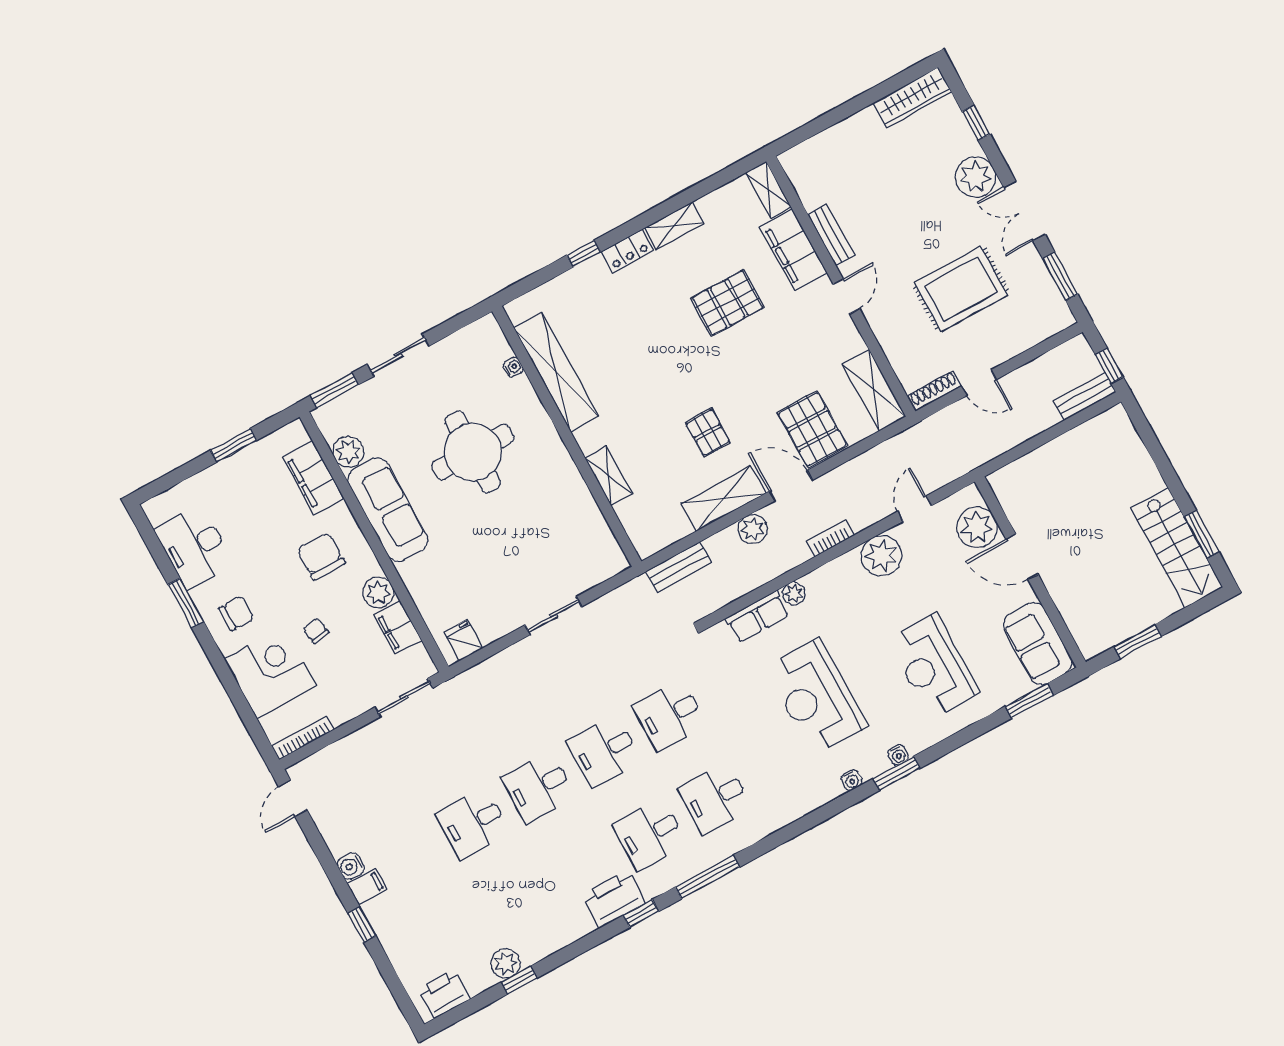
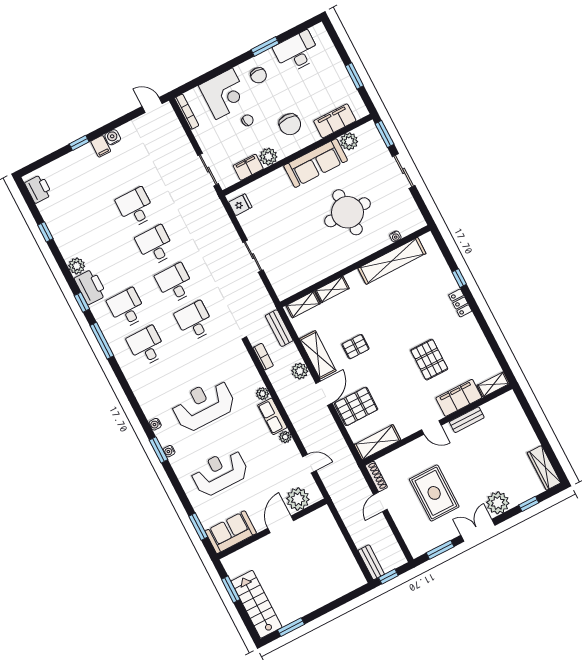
shelving: (674, 226) -> (303, 305), moved, turned 90
bookcase: (830, 538) -> (263, 357), moved
stairs: (1177, 548) -> (256, 604), moved, turned 90
chair: (321, 556) -> (290, 124), turned 90
plant: (881, 556) -> (285, 437), width x0.53, depth x0.53
row of seats: (757, 617) -> (272, 416), moved
plant: (505, 963) -> (77, 266), moved

